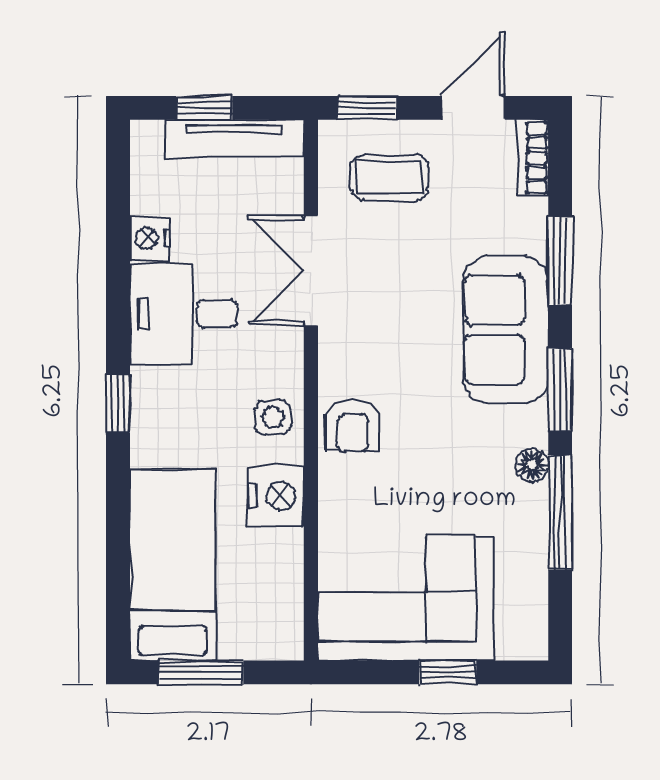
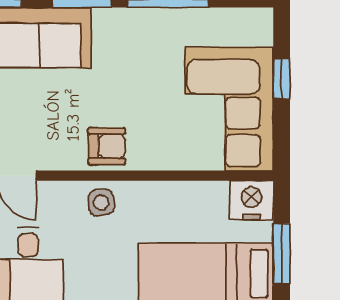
floor lamp: (532, 465) -> (135, 19), removed
nightstand: (276, 496) -> (251, 200), moved

